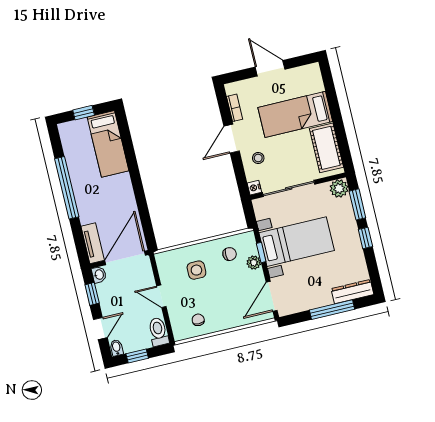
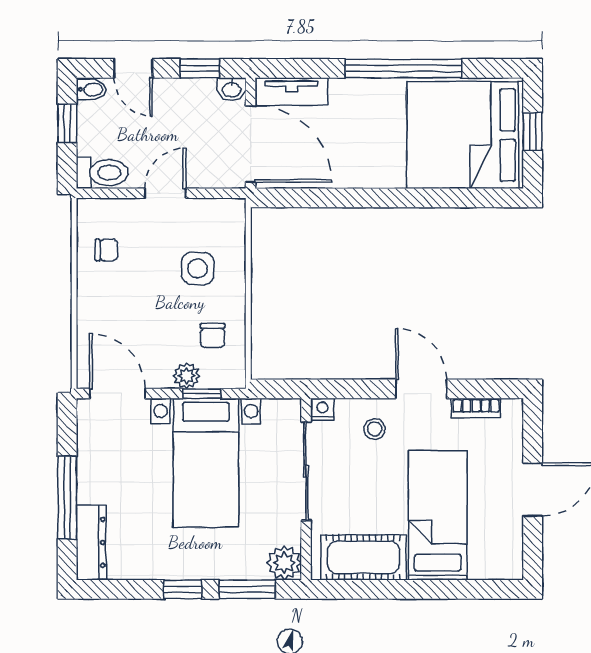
bed: (108, 144) -> (465, 135), width x2.04

